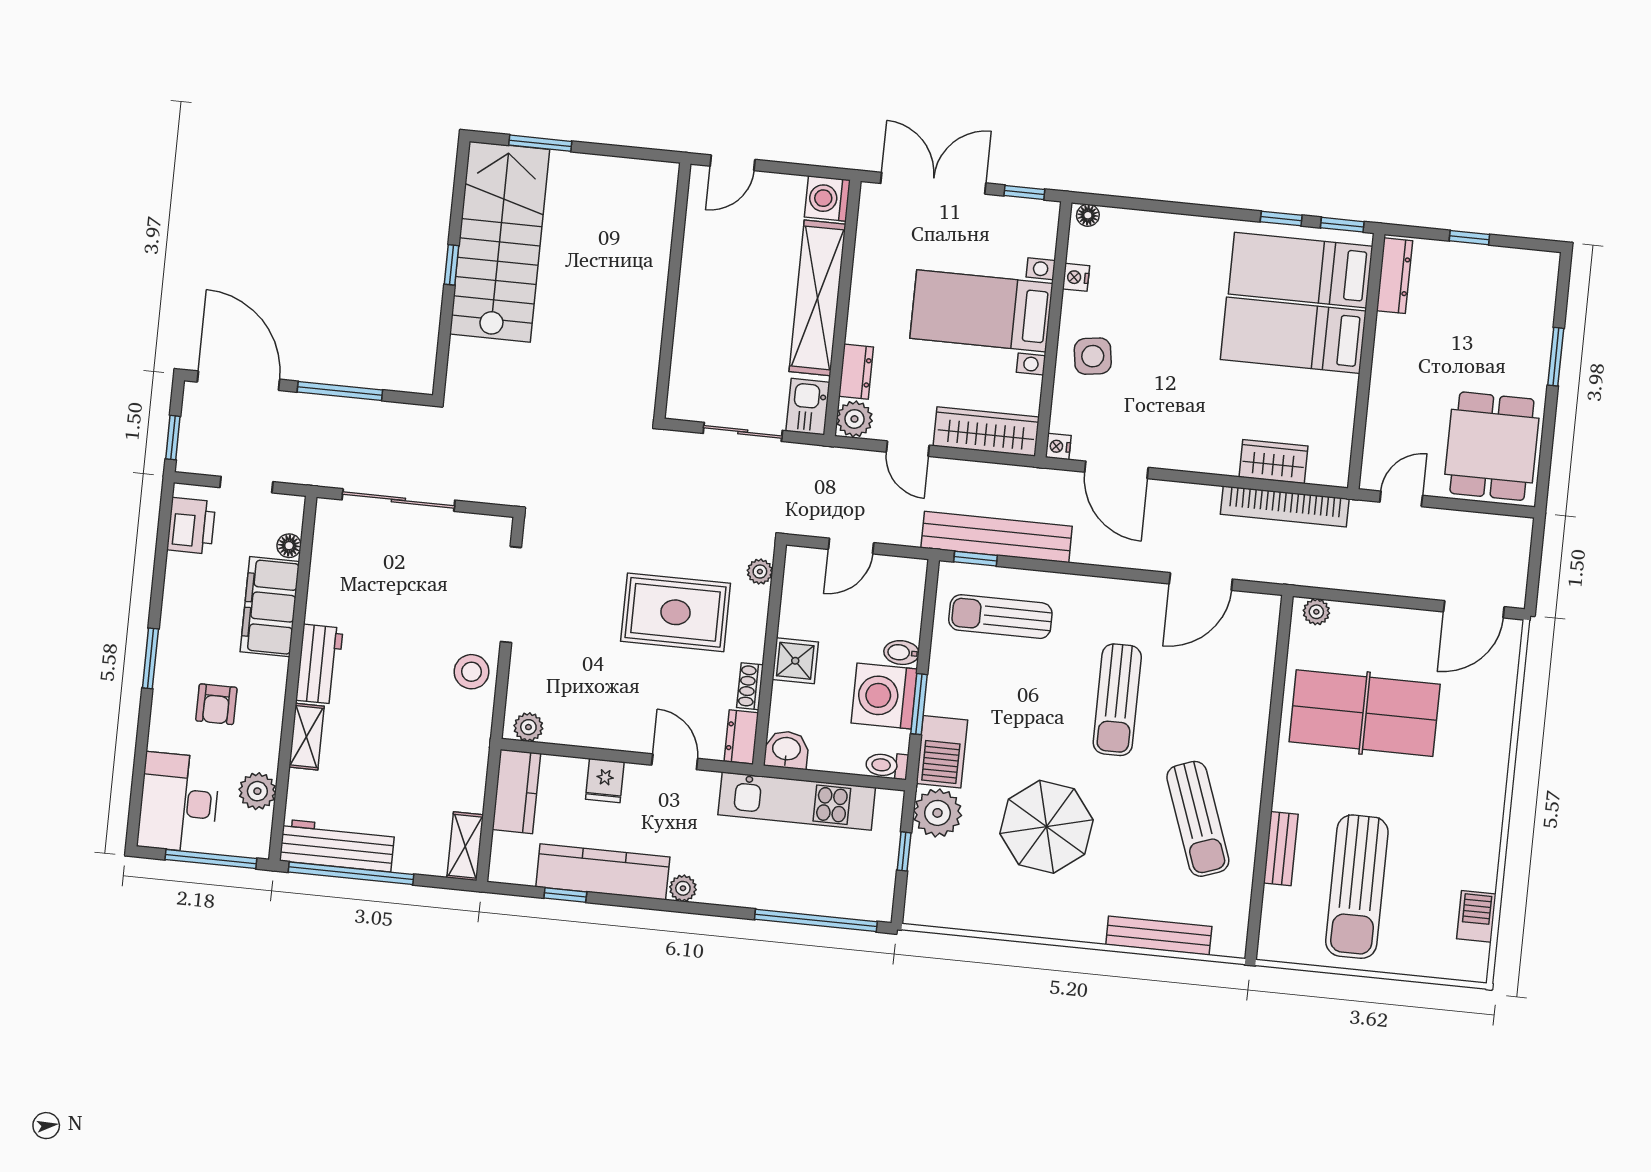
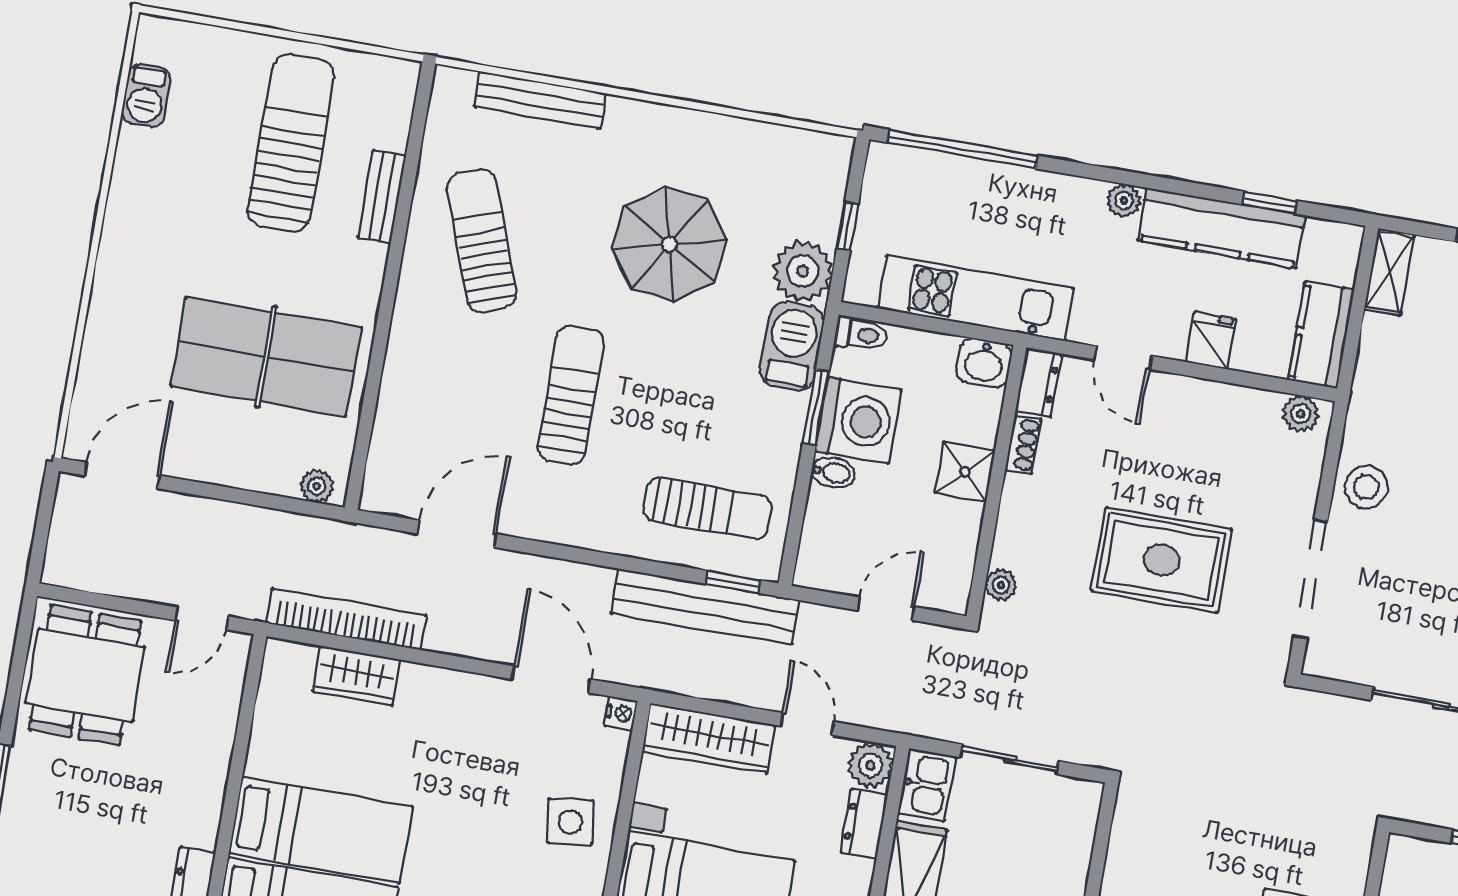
rug: (676, 612) -> (1161, 560), moved

